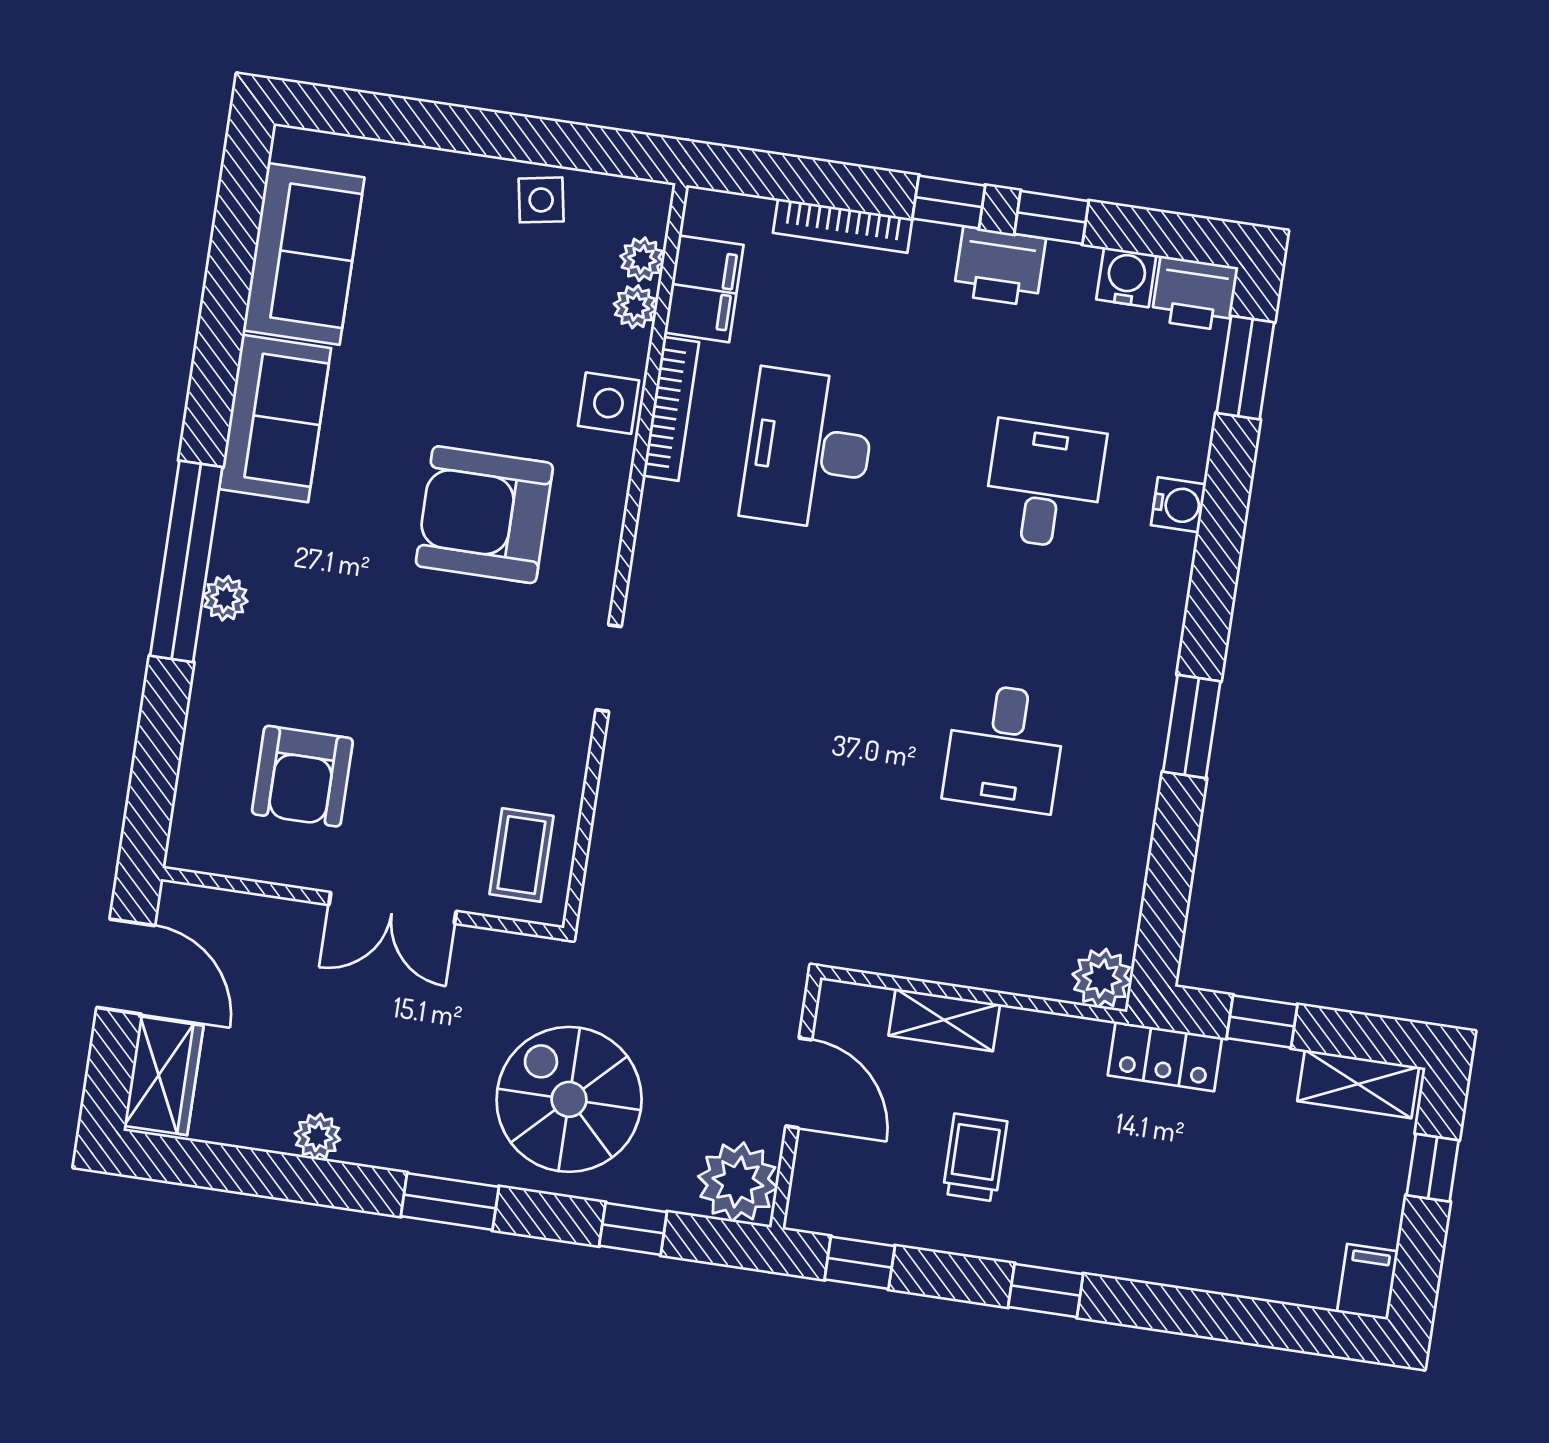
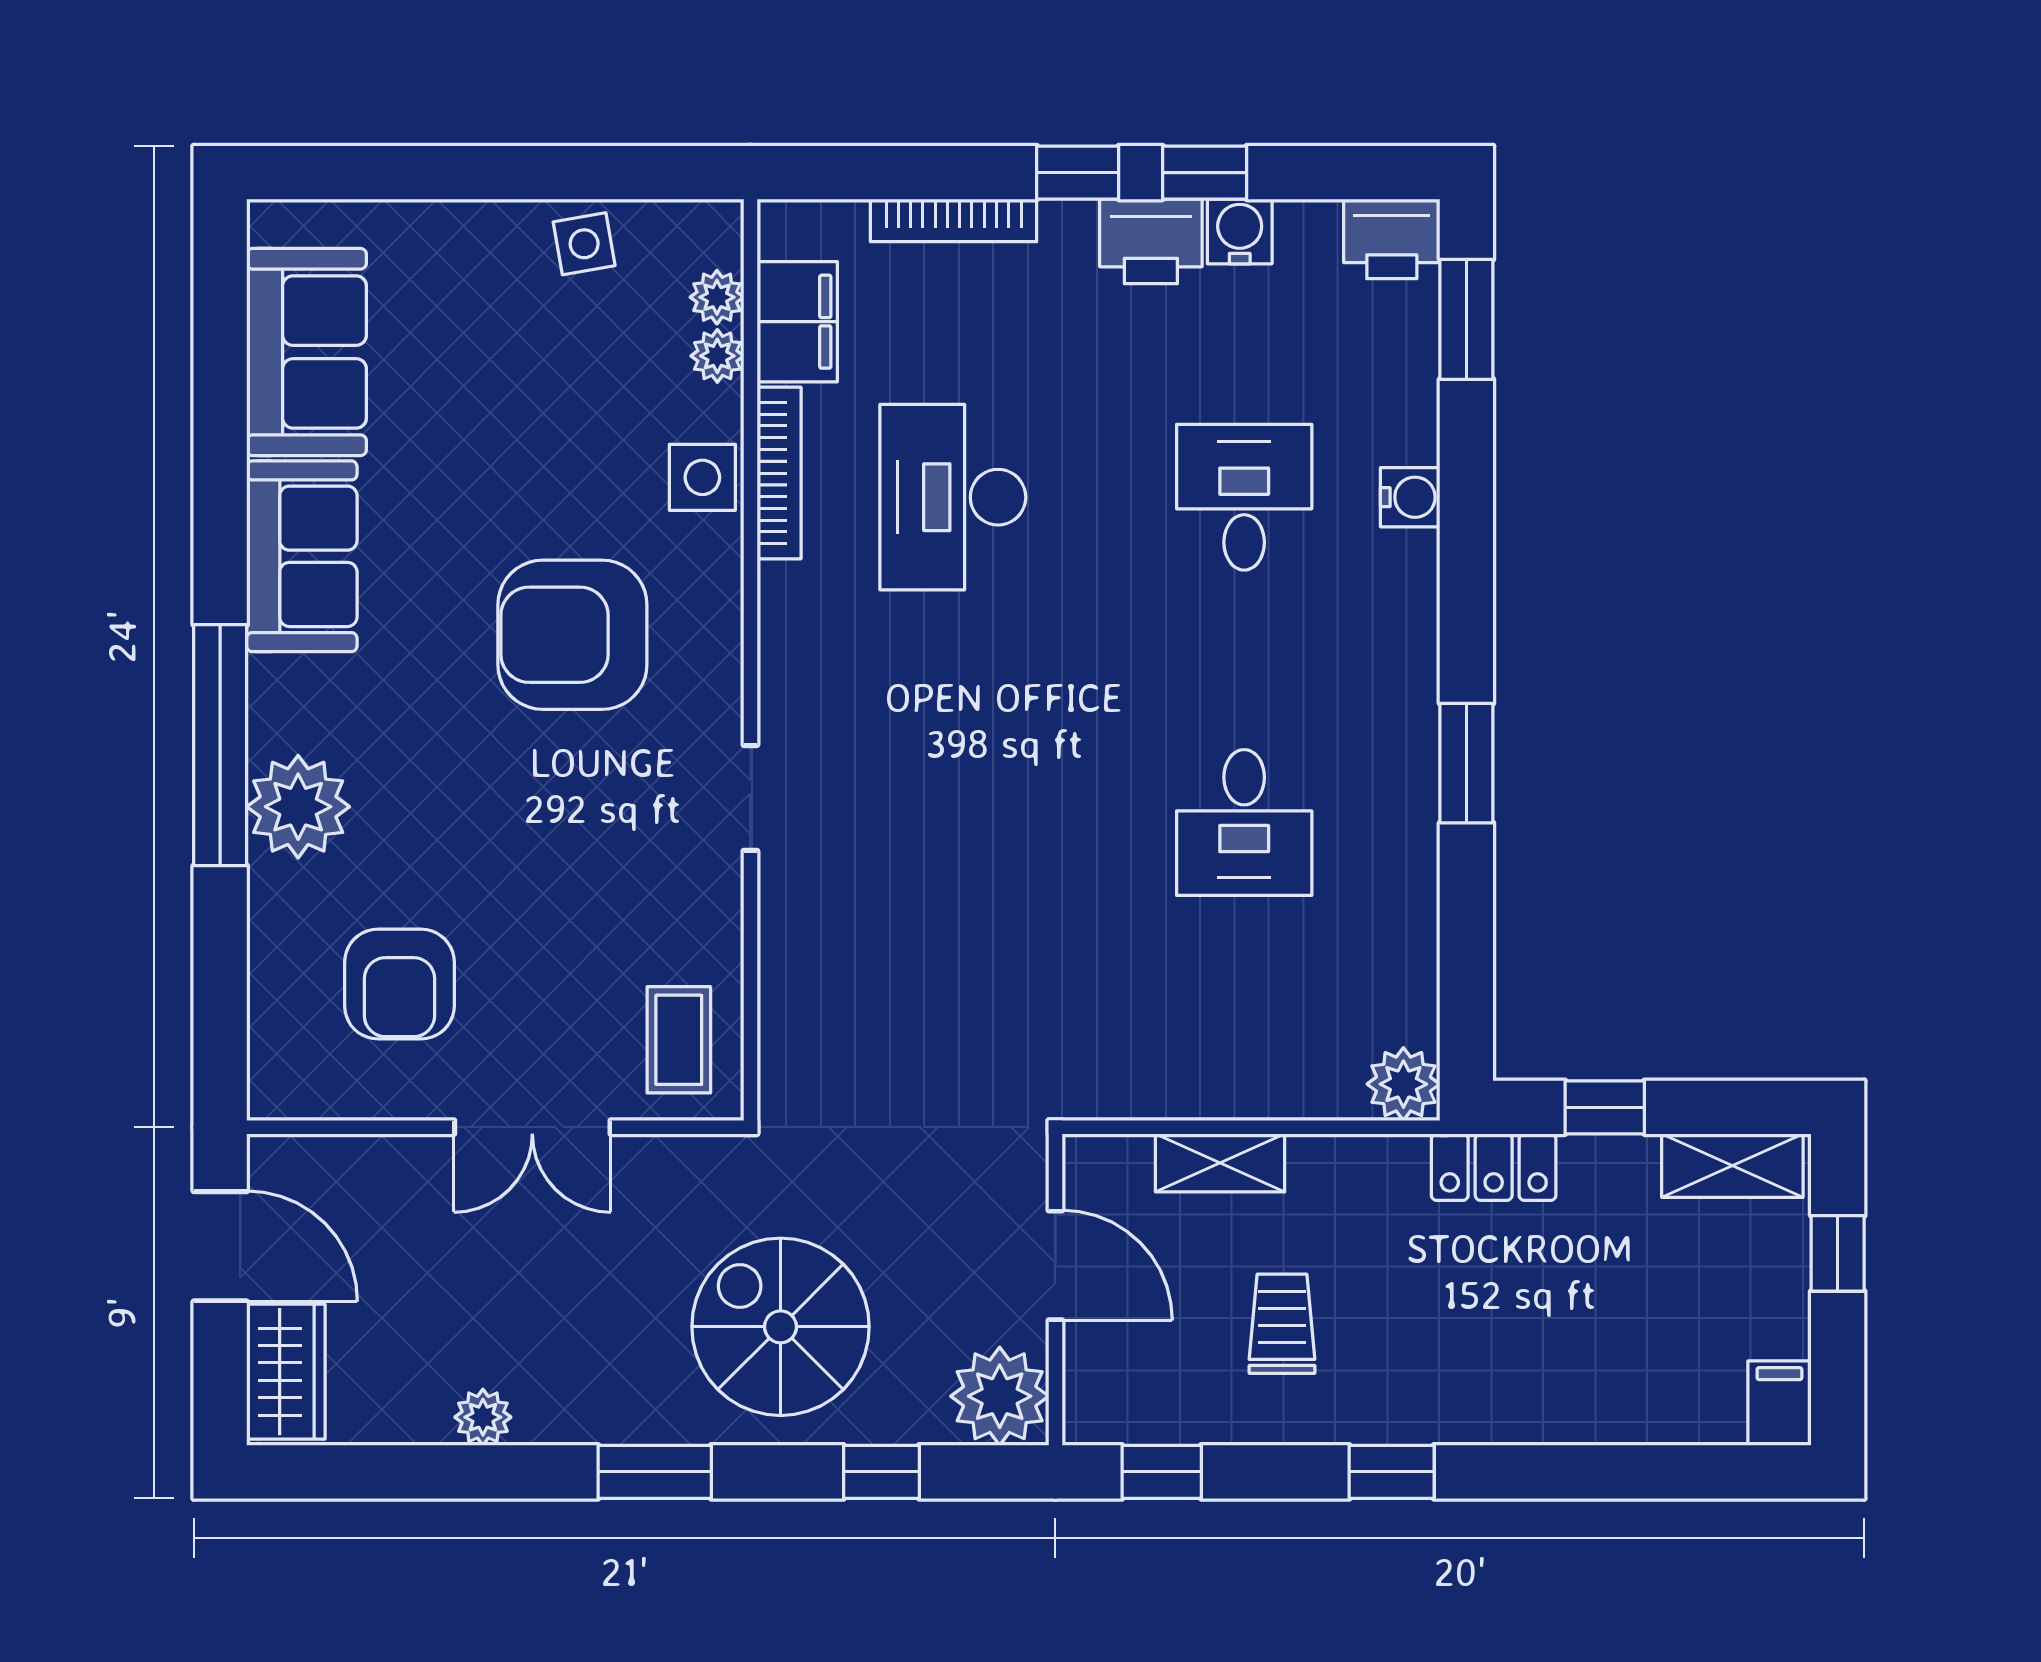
water cooler: (1126, 277) -> (1240, 231), moved
plant: (225, 598) -> (298, 807), width x1.87, depth x1.87

